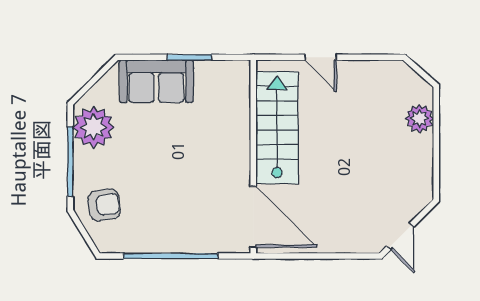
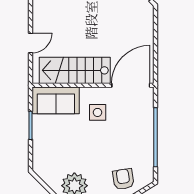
sofa: (156, 81) -> (56, 100), moved, turned 90
side table: (210, 164) -> (98, 112), added

